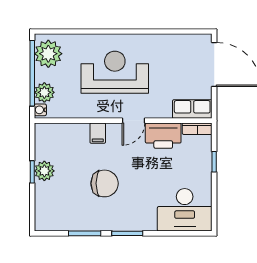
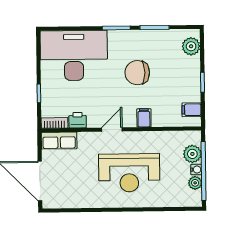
plant: (48, 54) -> (195, 183), width x0.53, depth x0.53
water cooler: (40, 110) -> (196, 170), moved
printer: (163, 136) -> (78, 120), width x0.53, depth x0.68
filing cabinet: (45, 141) -> (191, 110), added
plant: (44, 171) -> (191, 46), moved
desk: (185, 210) -> (74, 55), width x1.36, depth x1.30

